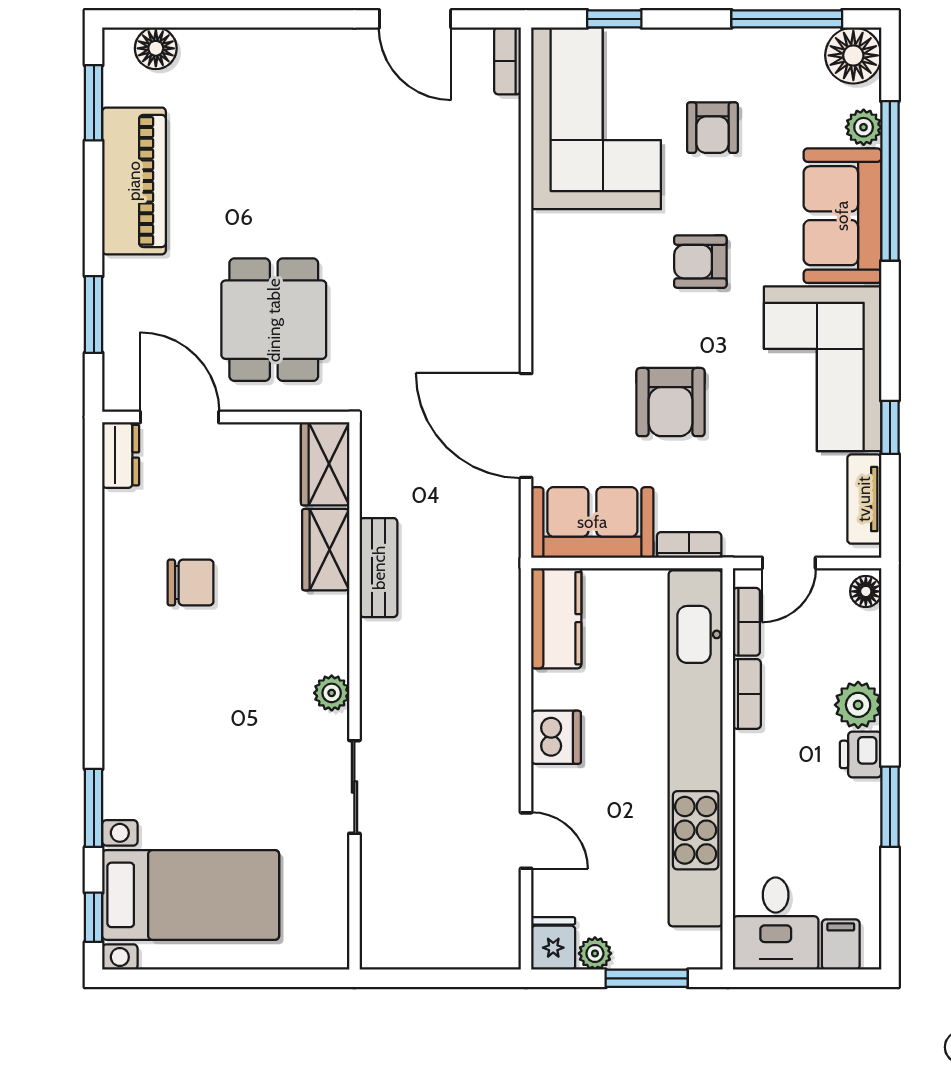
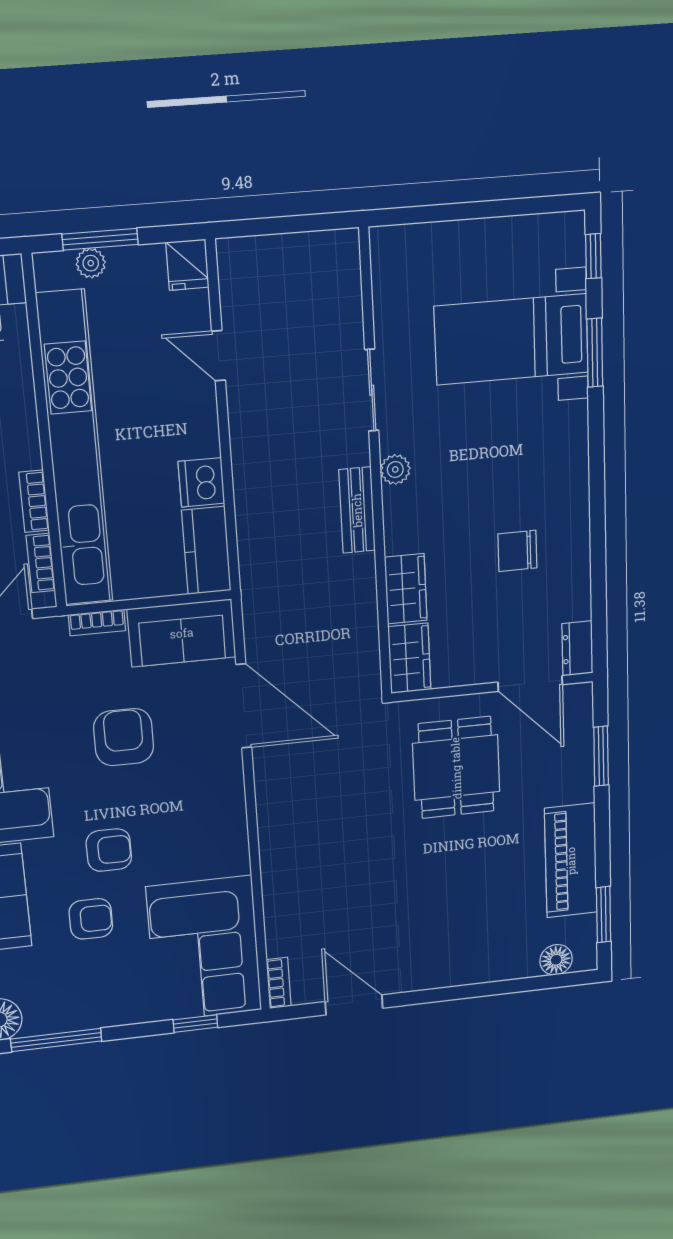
armchair: (713, 128) -> (91, 919), moved, turned 90
bench: (379, 568) -> (357, 510), moved
dishwasher: (556, 737) -> (201, 482), moved
bed with nightstands: (191, 895) -> (511, 339), moved
plant: (595, 953) -> (91, 263), moved

